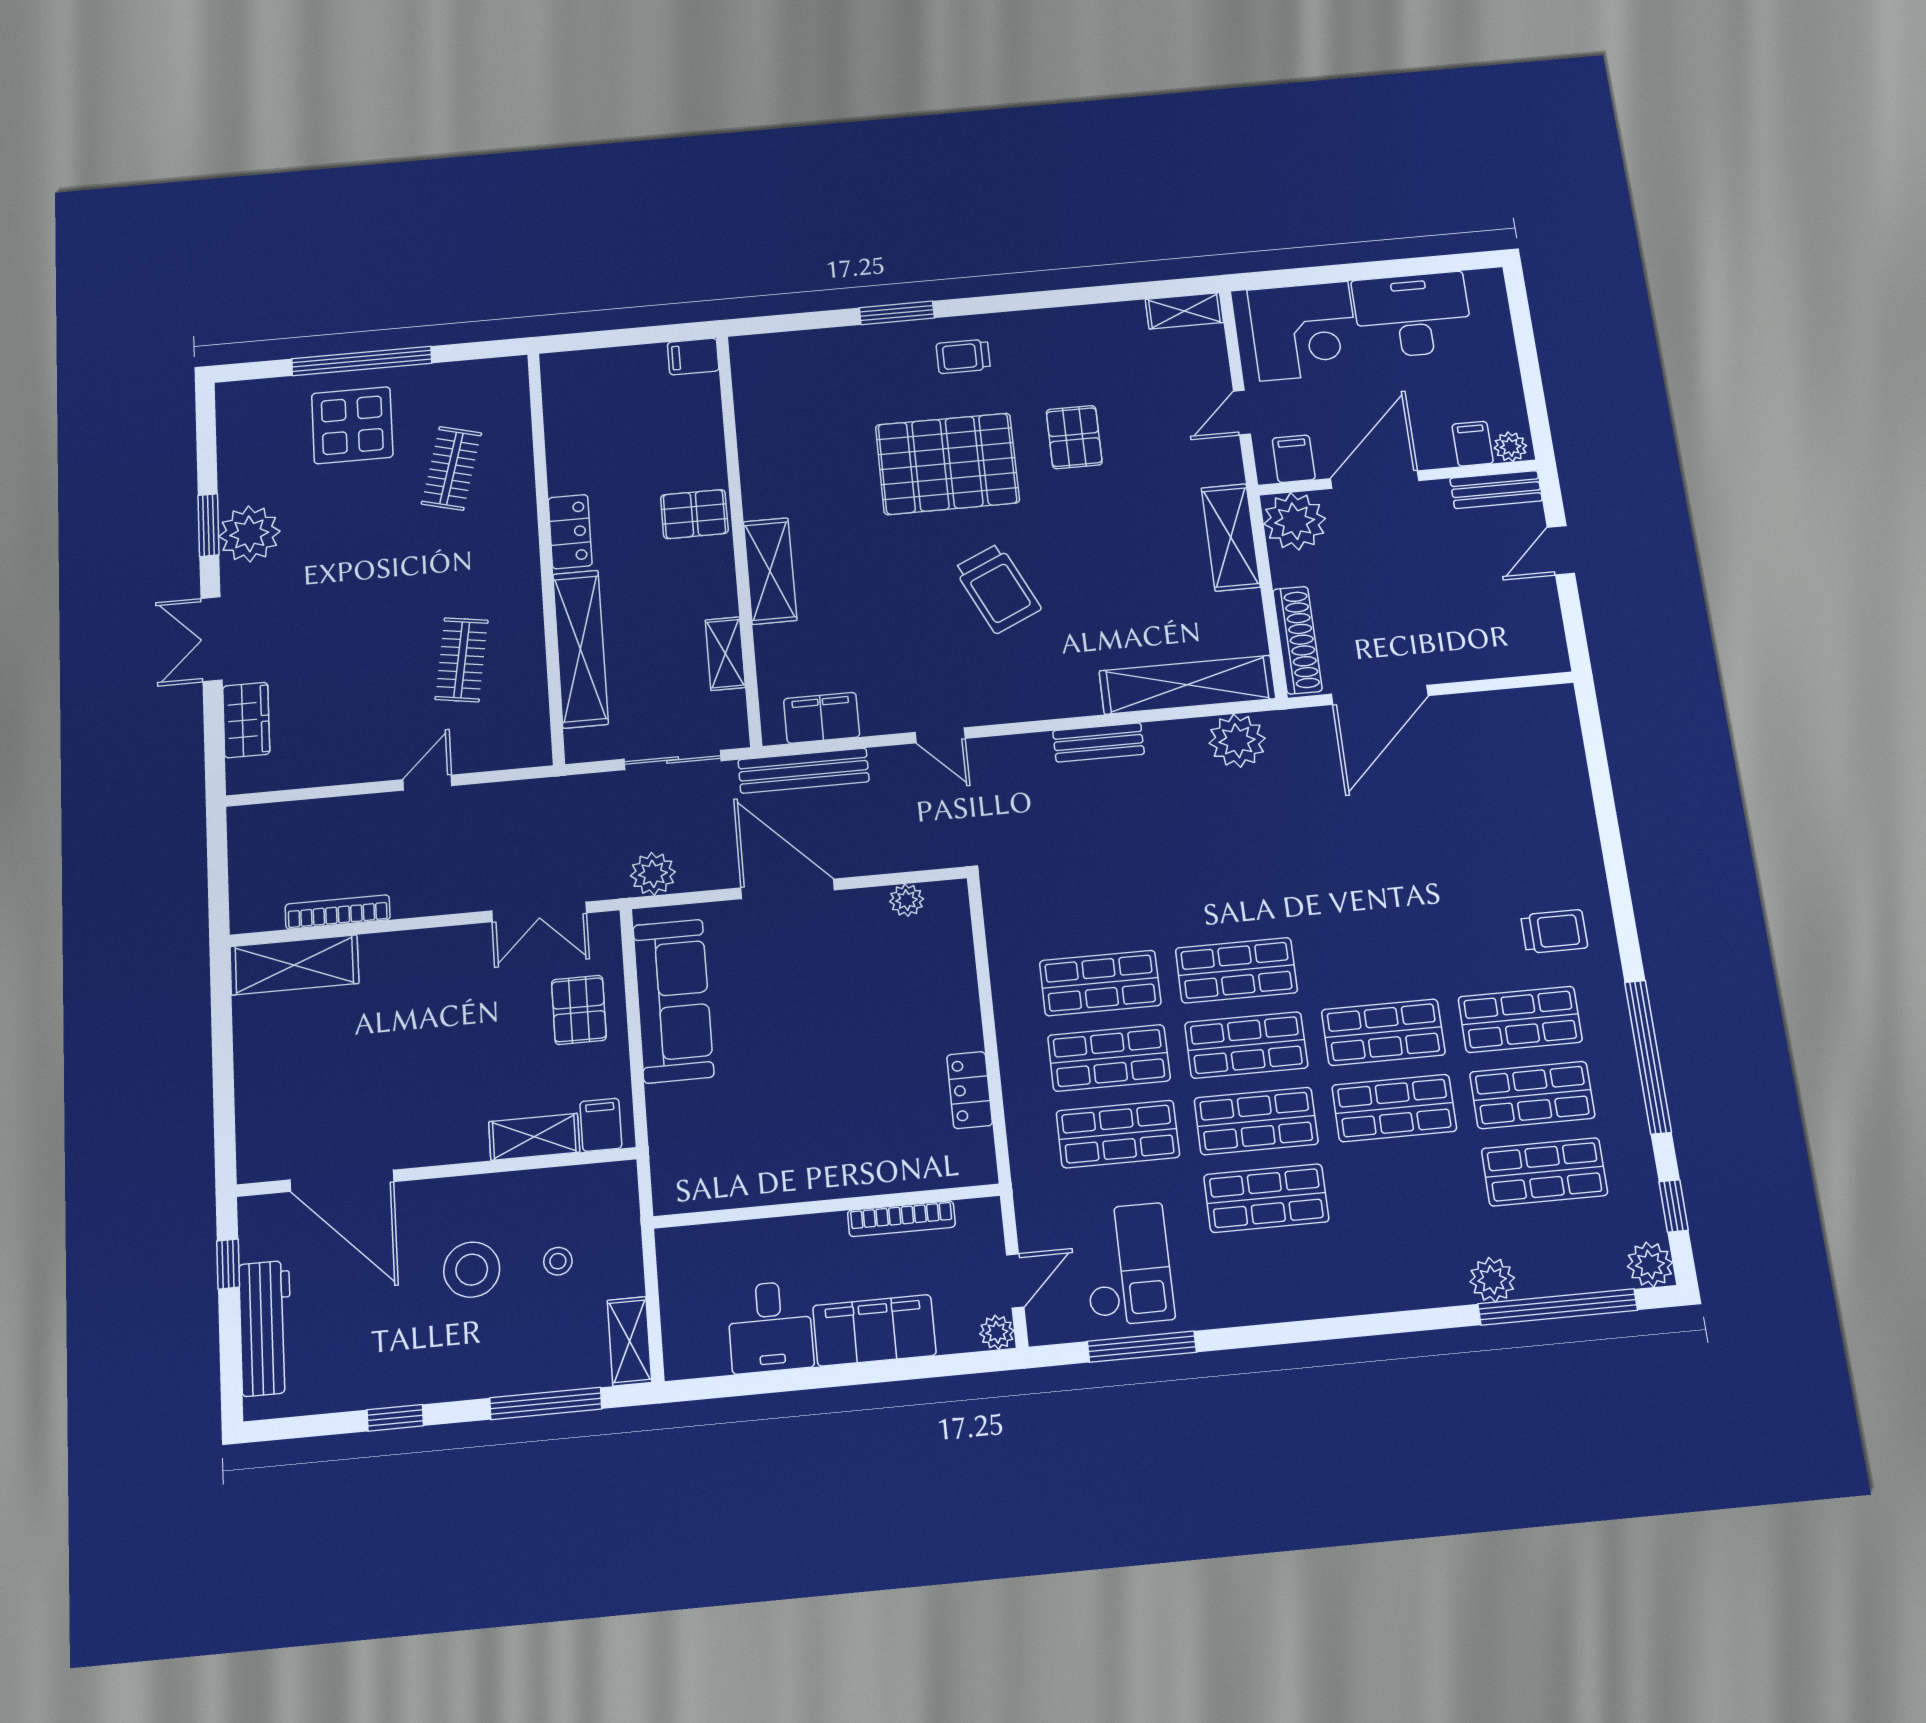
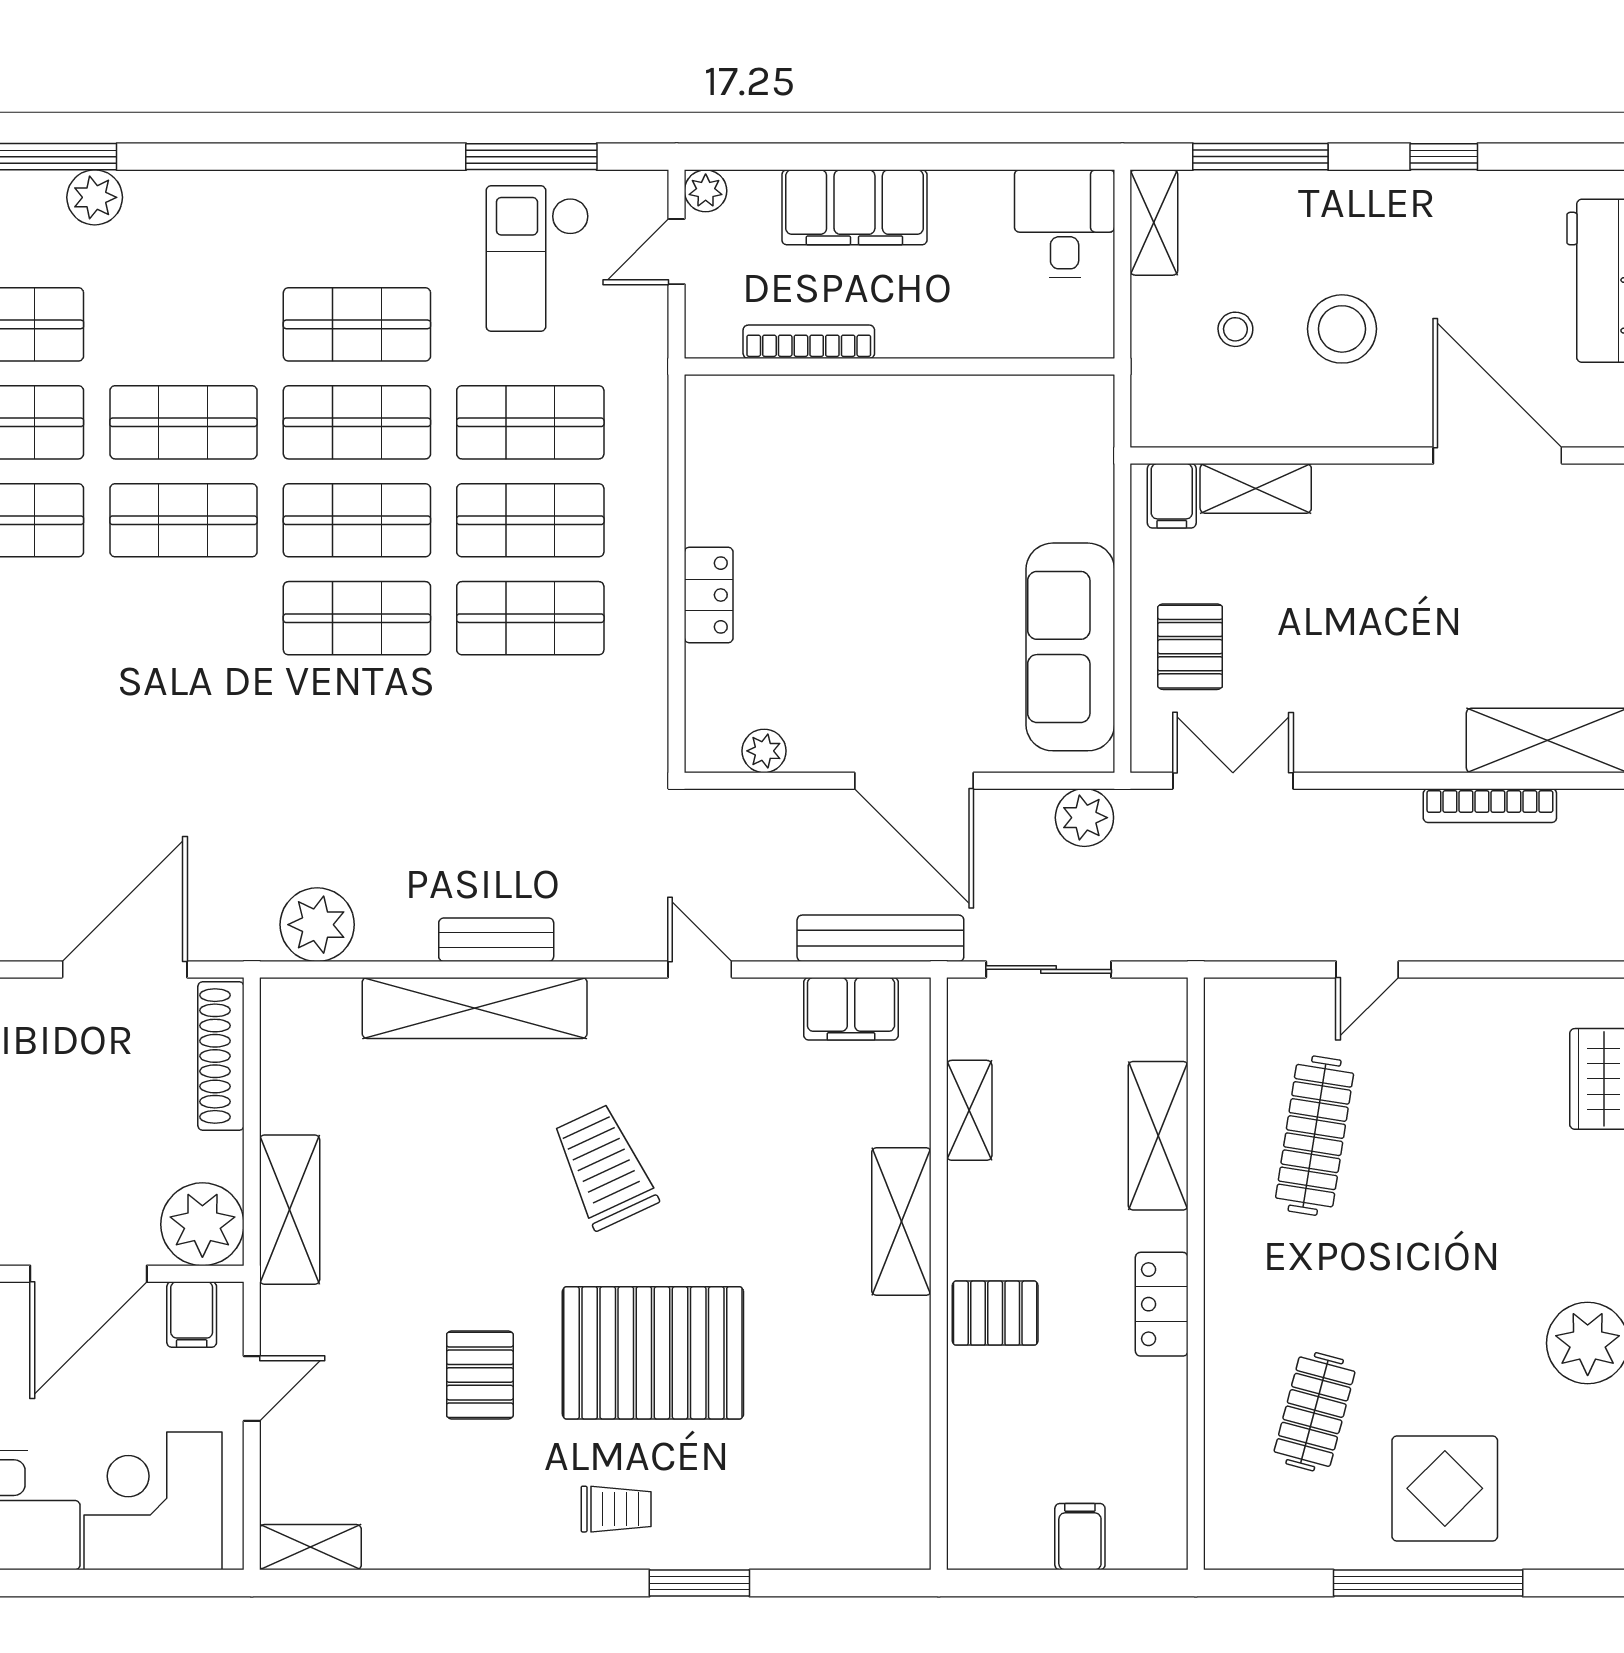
filing cabinet: (693, 357) -> (1080, 1537), moved, turned -90
shelving: (580, 649) -> (1158, 1136), width x0.68
clothes rail: (462, 660) -> (1315, 1136), width x1.36
shelving: (1187, 685) -> (475, 1008), moved
locker: (970, 1090) -> (709, 595), moved
desk: (770, 1327) -> (1065, 224), moved

